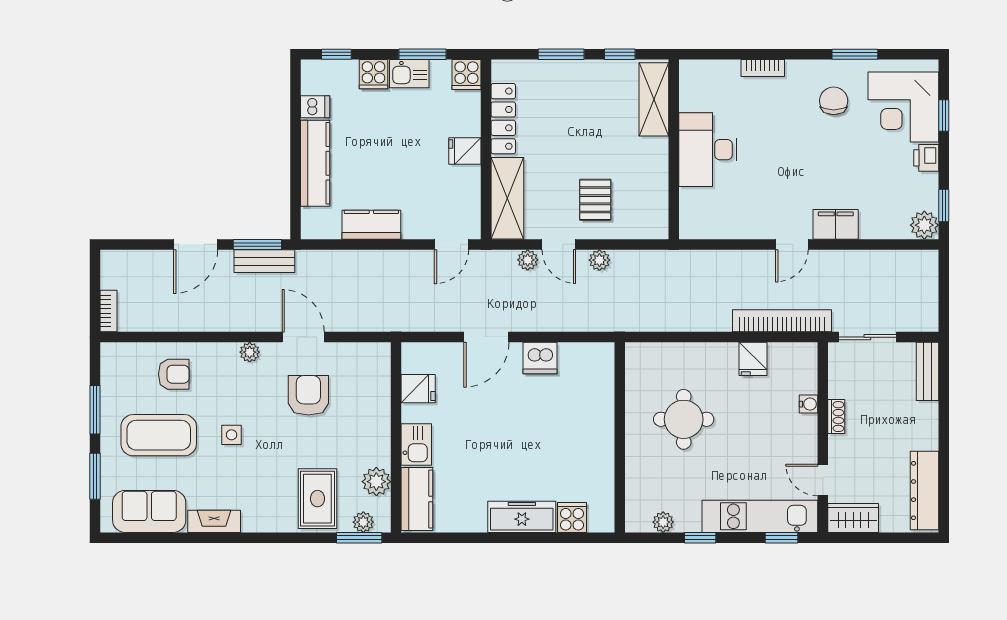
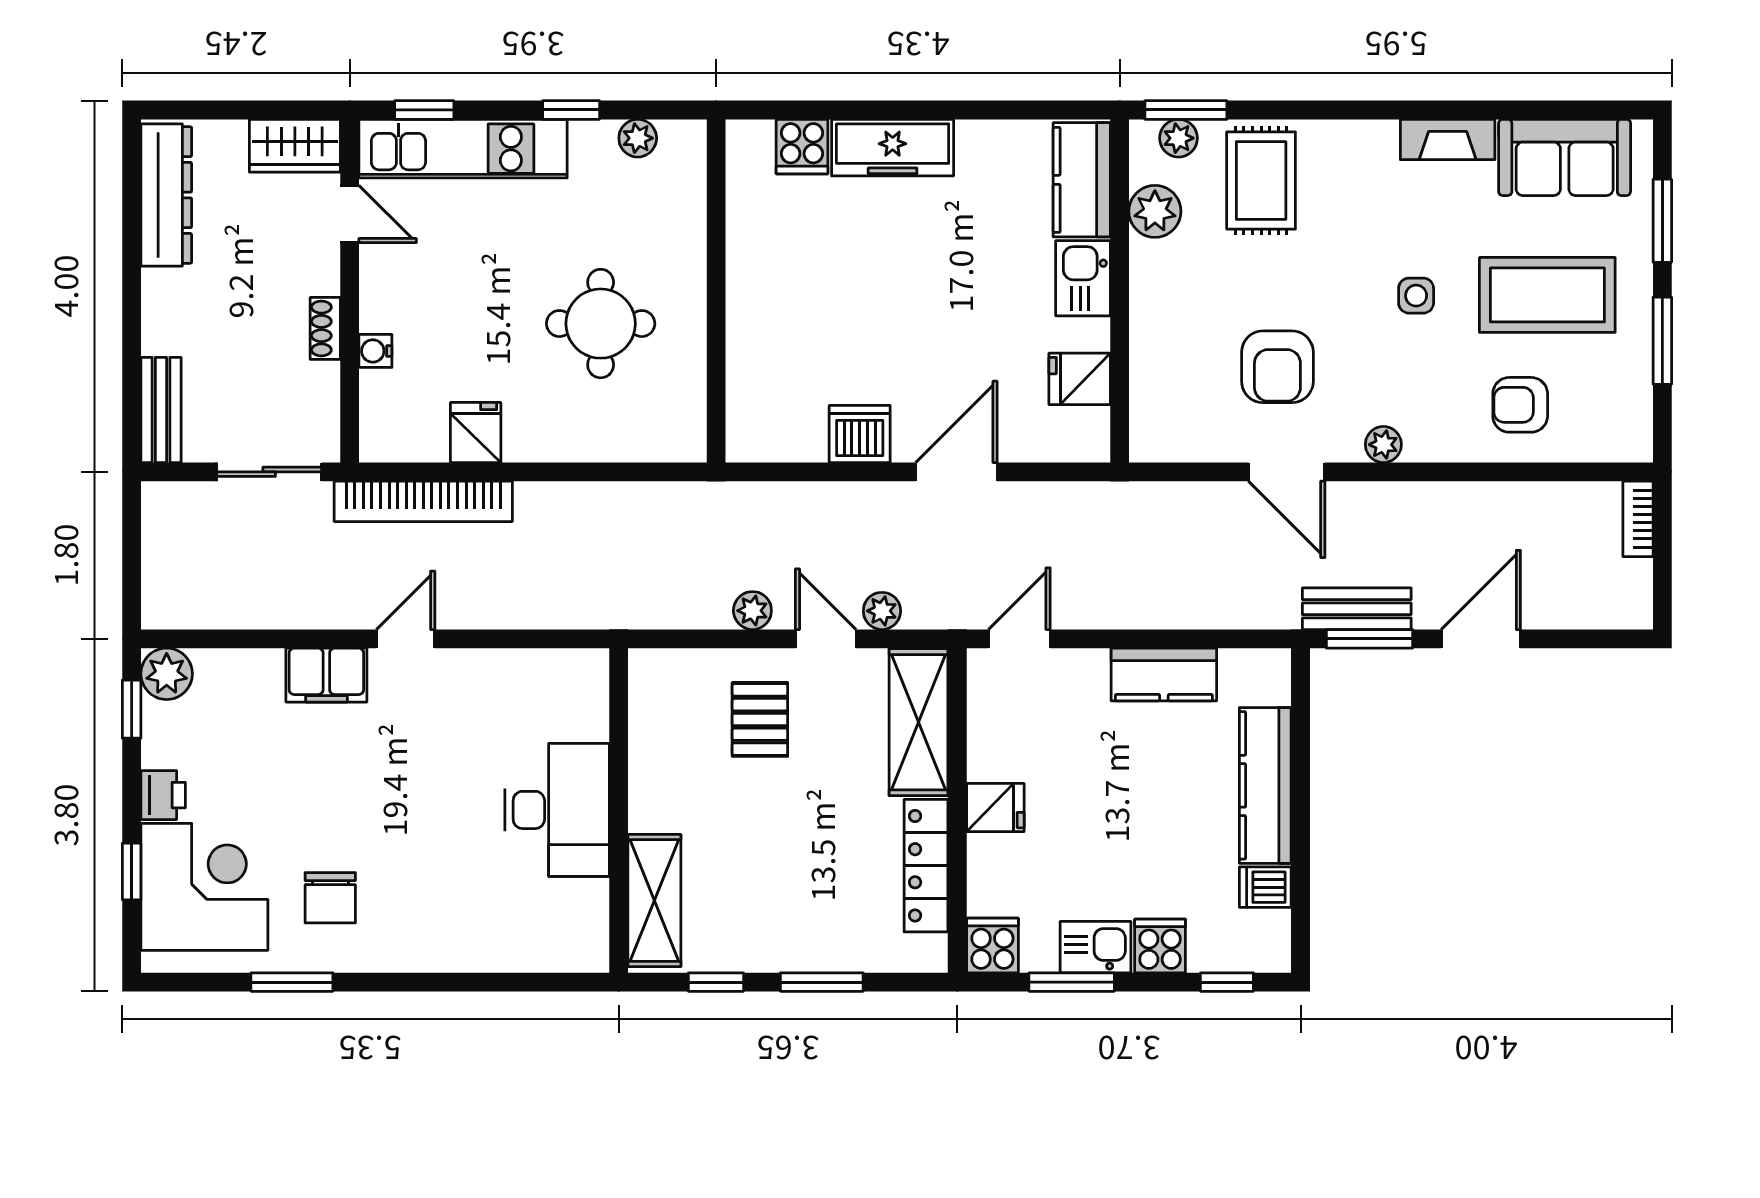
bookcase: (763, 68) -> (458, 957), removed

